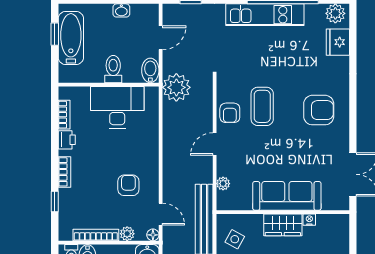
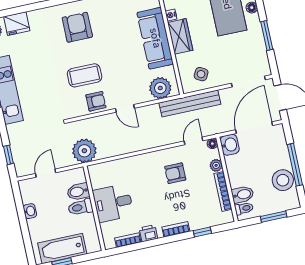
door: (161, 38) -> (46, 173), hinge flipped
bidet: (150, 70) -> (78, 192), moved
desk: (117, 107) -> (113, 203), width x0.73
plant: (223, 184) -> (160, 88), width x1.87, depth x1.87

